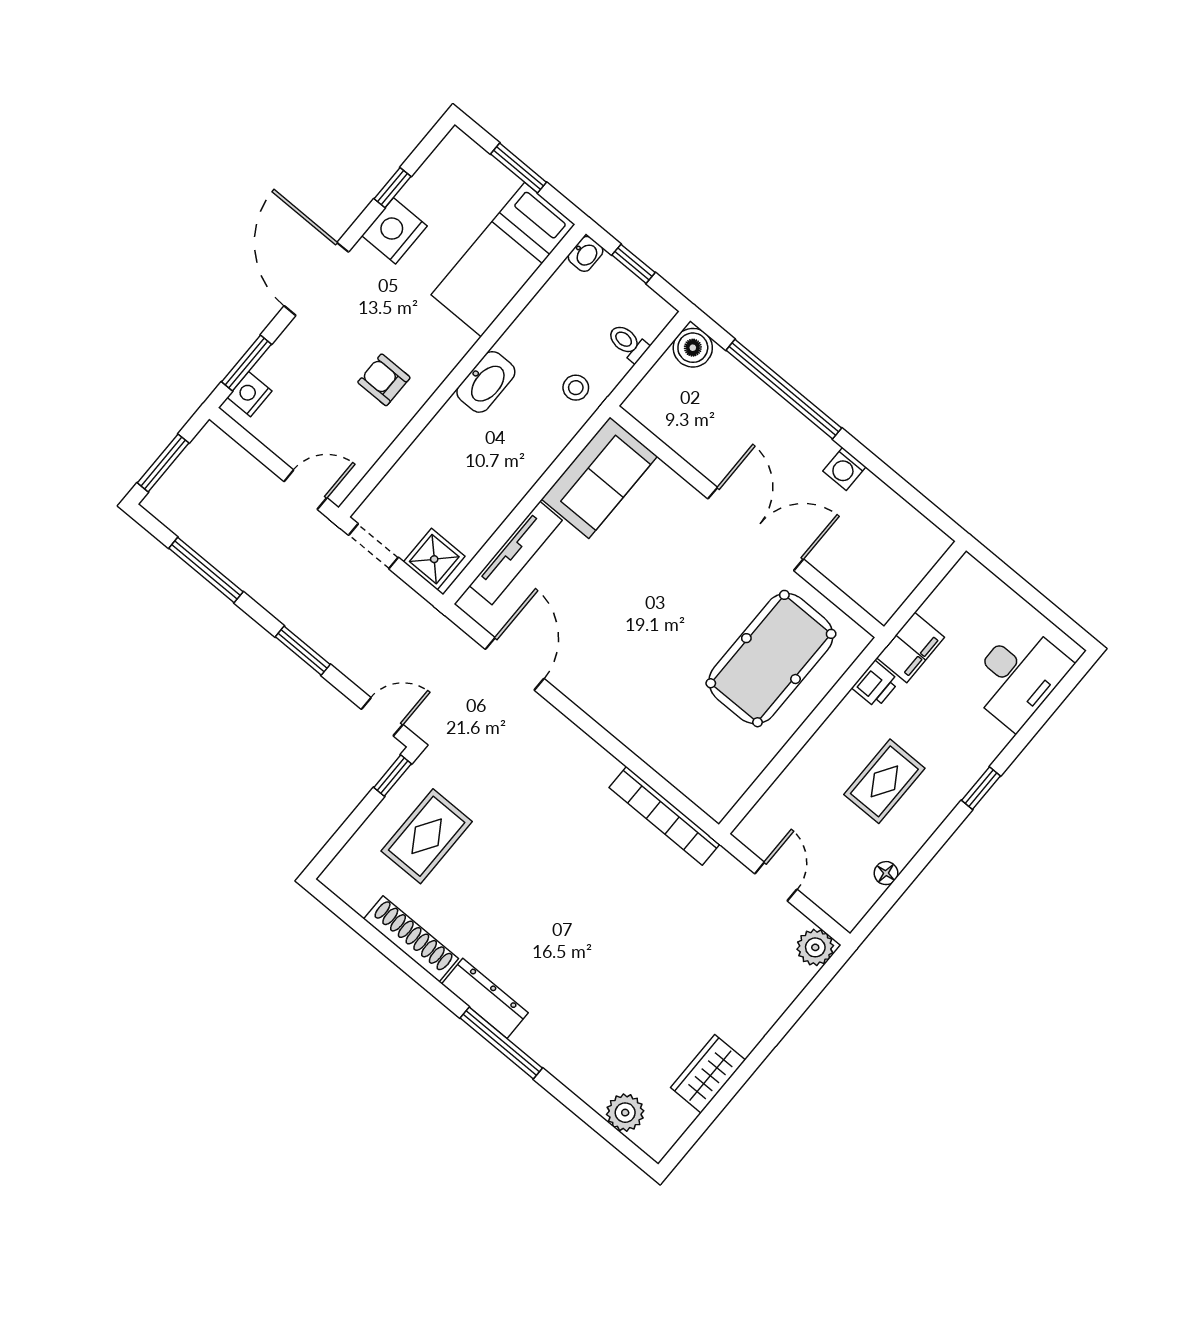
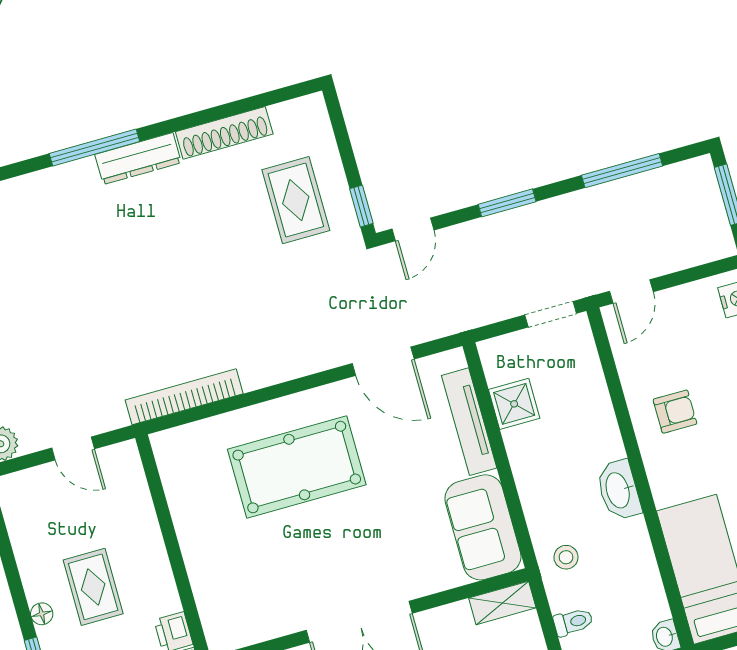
shelving: (654, 416) -> (502, 603), added
shower: (434, 559) -> (514, 404), moved
pool table: (771, 659) -> (297, 467), moved, turned 90
floor lamp: (886, 873) -> (42, 614), moved

